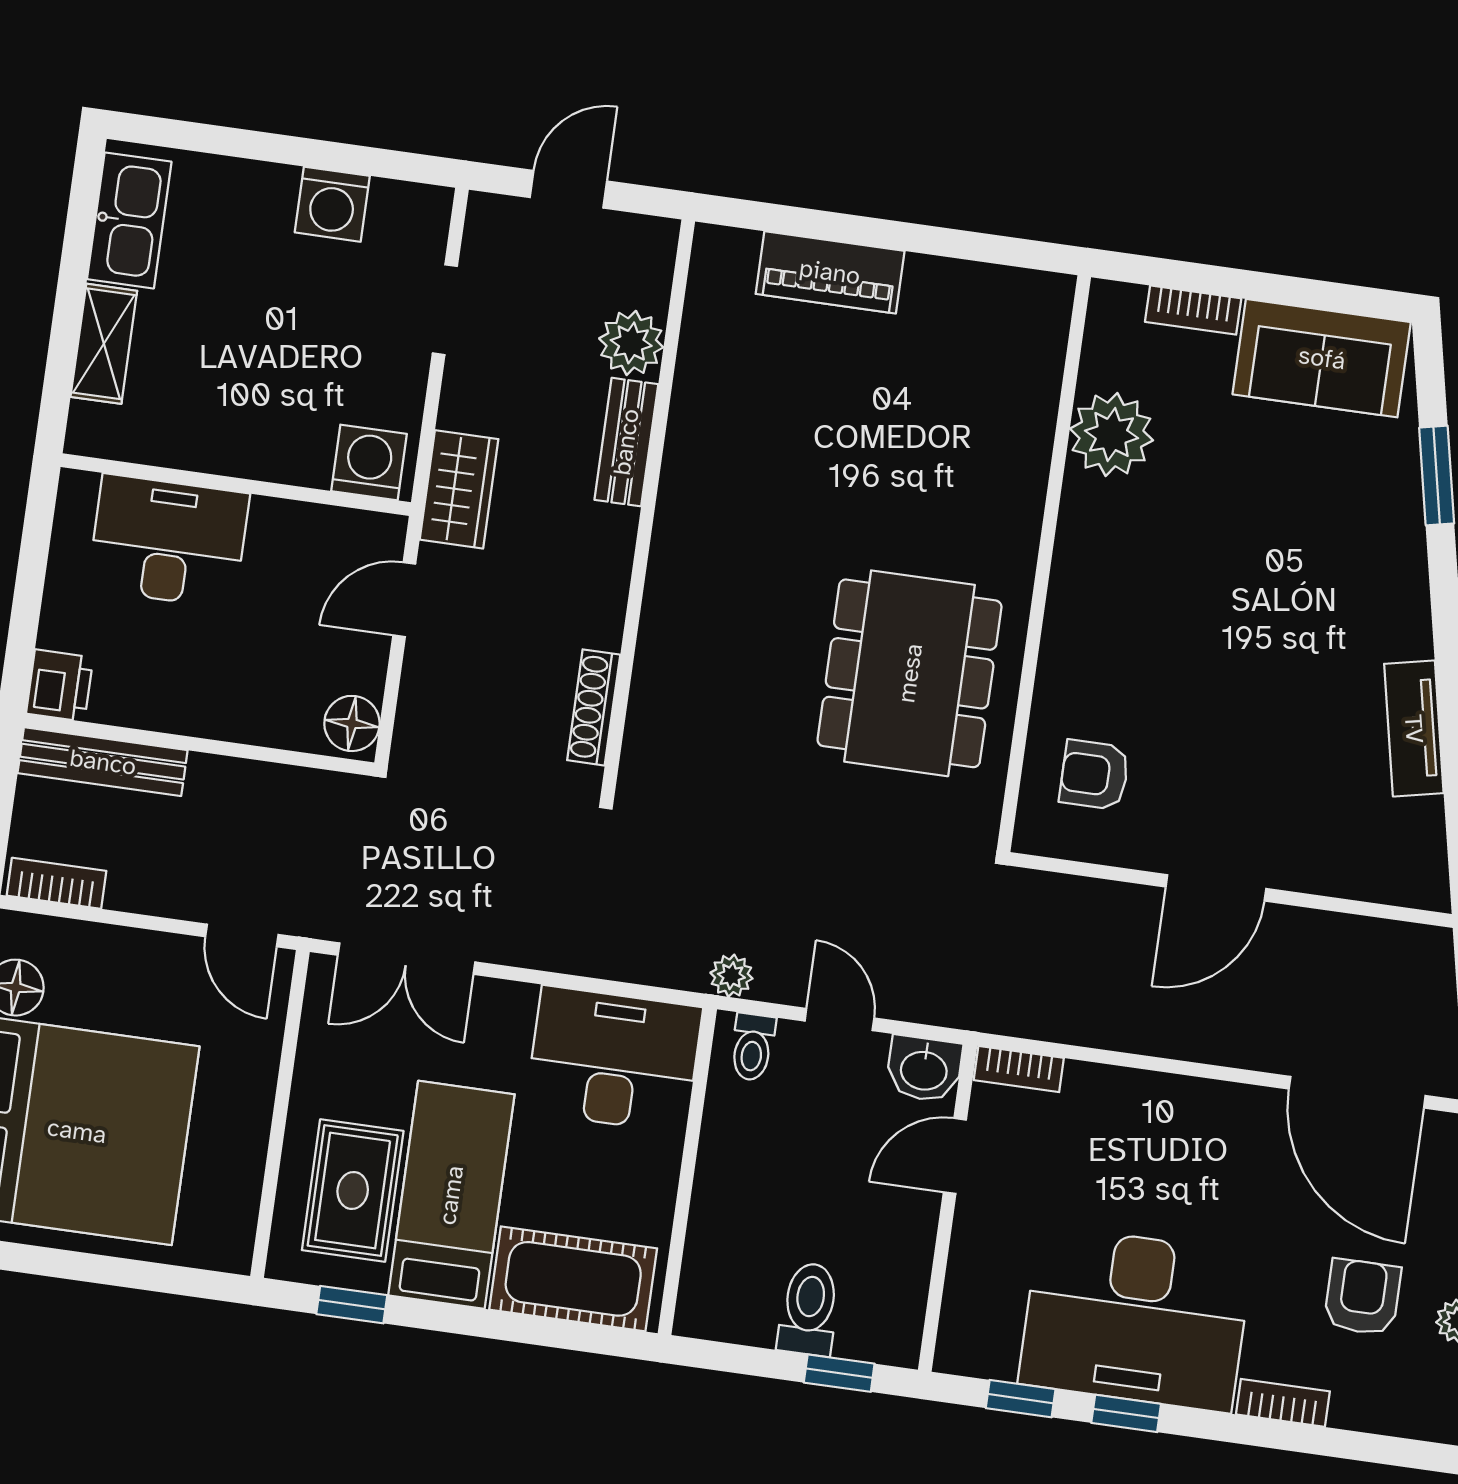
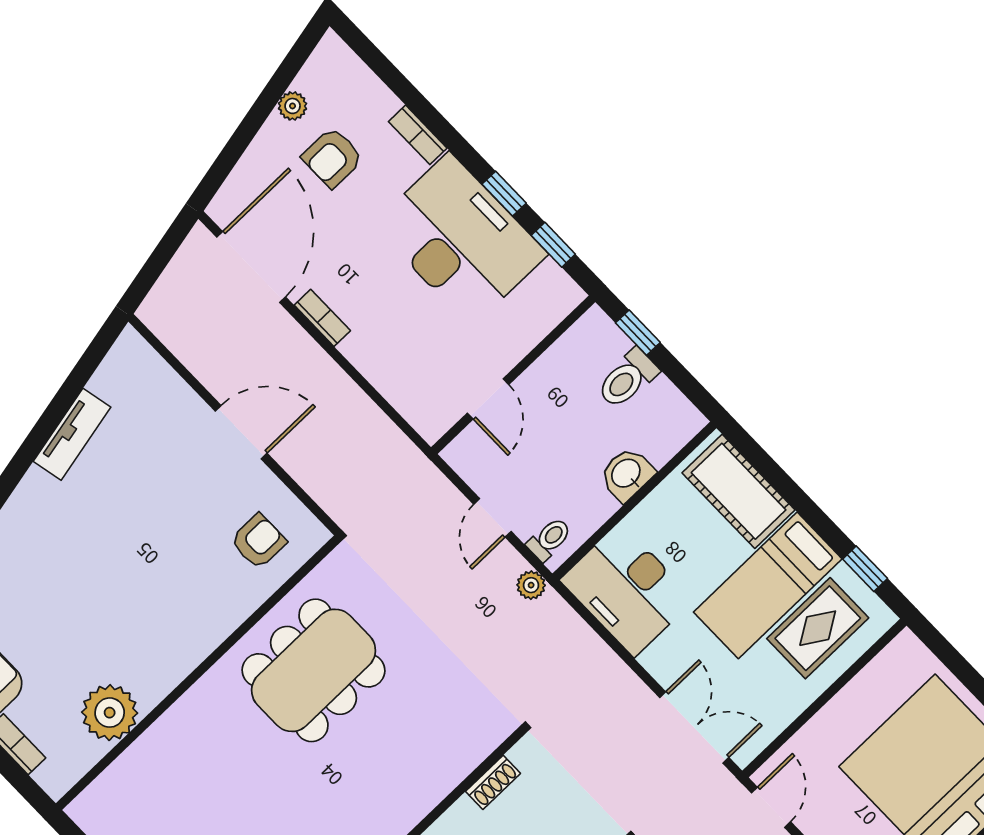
shoe rack: (594, 707) -> (493, 782), width x0.70
armchair: (1094, 775) -> (258, 541), turned -90
washbasin: (924, 1069) -> (627, 474), moved, turned -90
bookcase: (1019, 1069) -> (322, 318), moved
door: (955, 1156) -> (488, 399), hinge flipped

